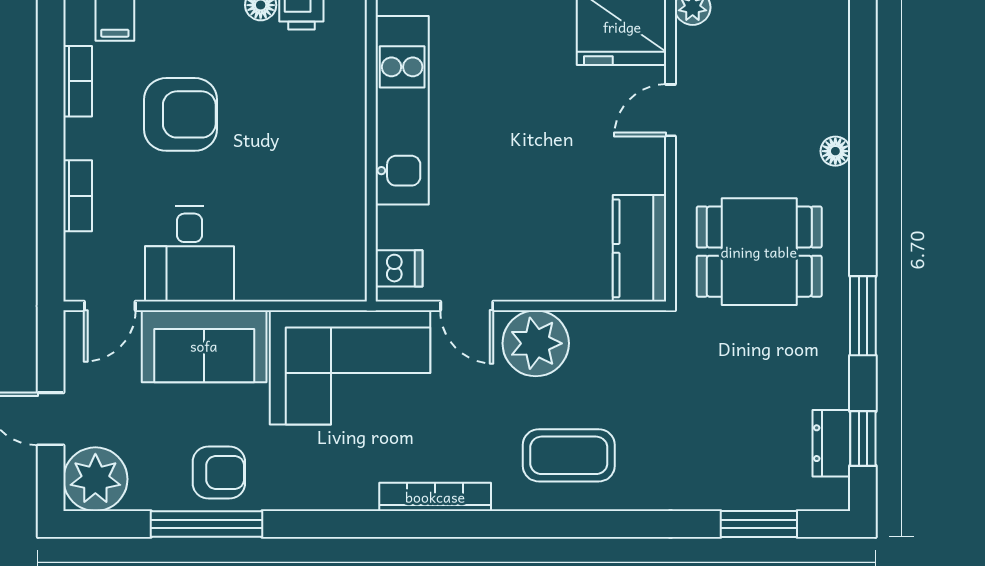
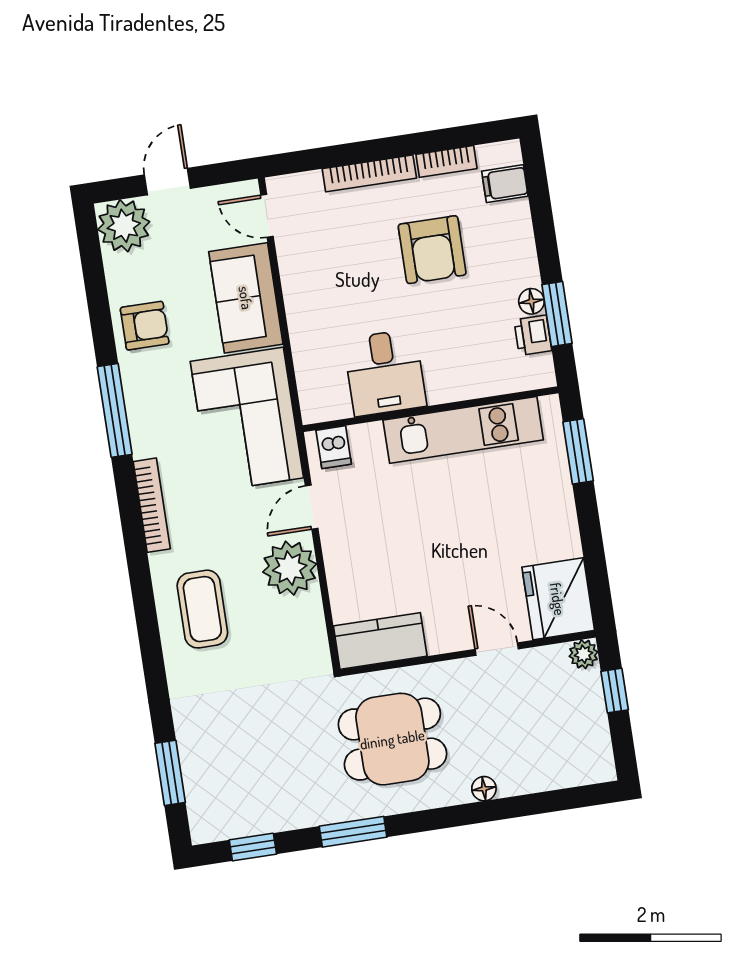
bookcase: (78, 196) -> (369, 173), width x1.56
dining table: (759, 252) -> (392, 739), turned 90
desk: (189, 254) -> (385, 373), moved, turned -90
dresser: (831, 443) -> (245, 822), removed
armchair: (219, 473) -> (145, 326), turned -90
window: (206, 524) -> (115, 410), moved

